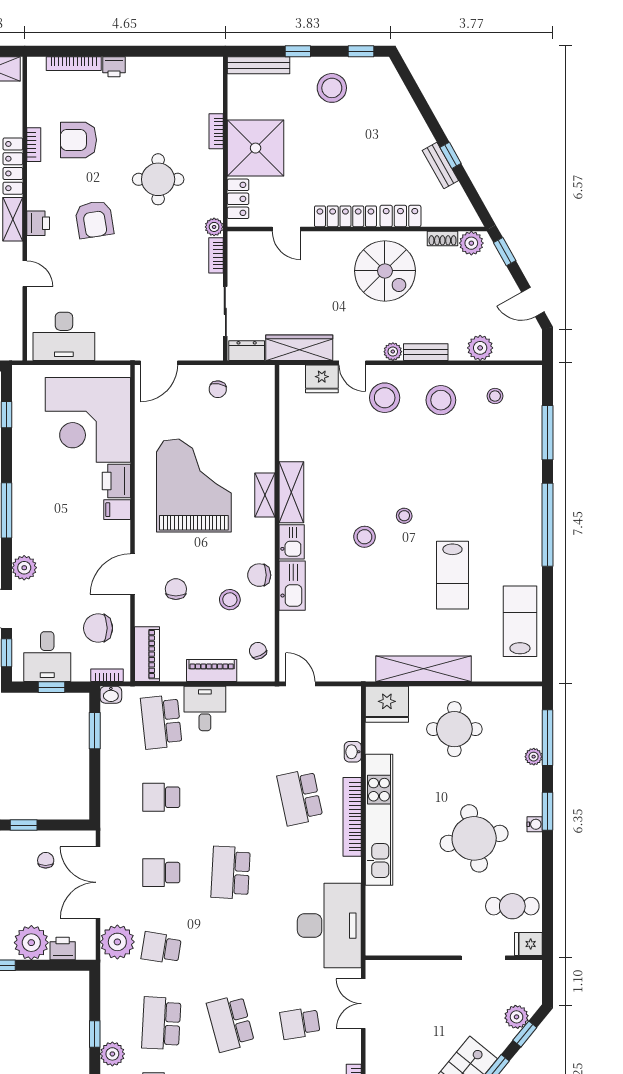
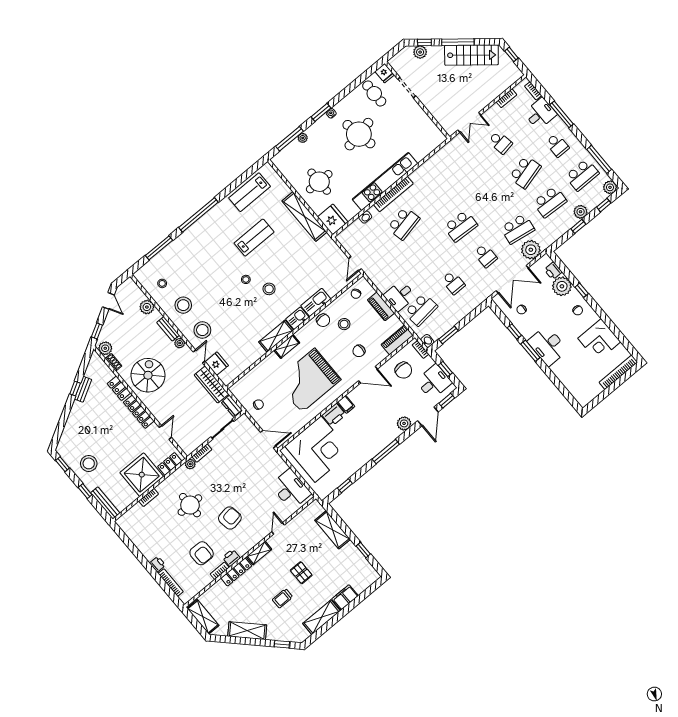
printer: (38, 223) -> (231, 558), moved
desk: (329, 926) -> (448, 165), removed
school desk: (161, 948) -> (518, 229), width x1.85

